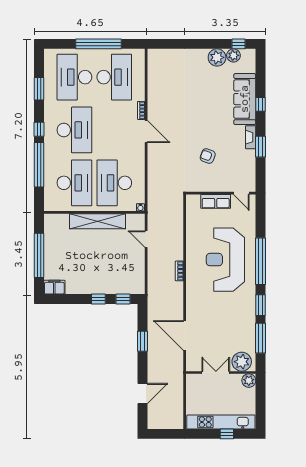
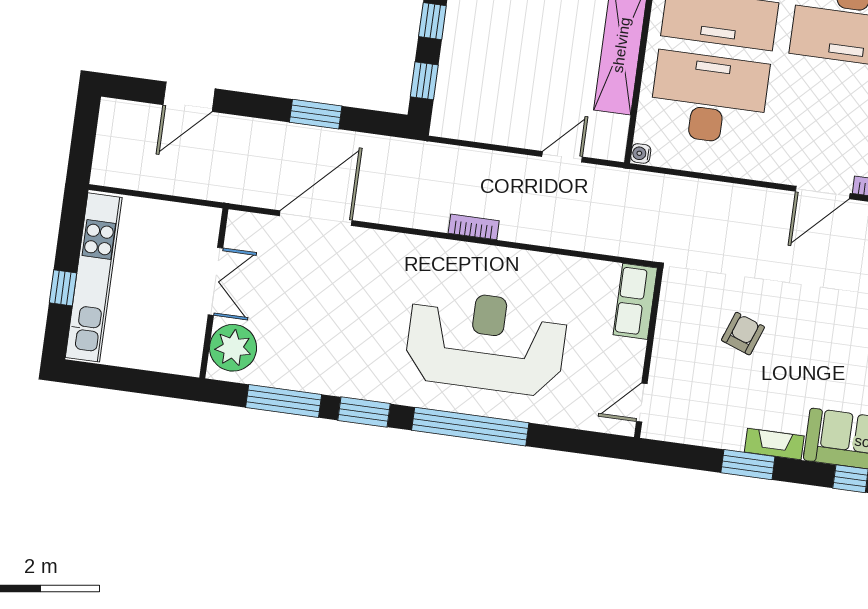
row of seats: (216, 201) -> (635, 301), moved
plant: (249, 381) -> (185, 359), removed
door: (143, 393) -> (189, 97), hinge flipped

